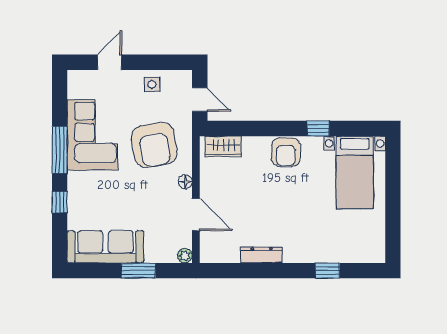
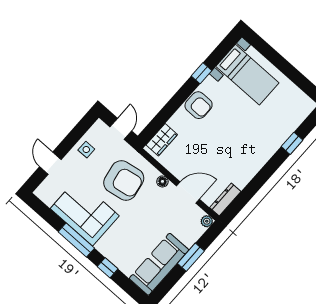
door: (200, 100) -> (121, 129), hinge flipped
dresser: (262, 255) -> (225, 200), moved

